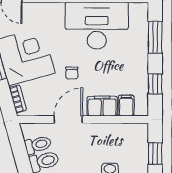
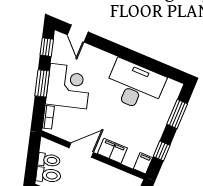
chair: (72, 73) -> (100, 115), removed
filing cabinet: (126, 106) -> (143, 163), moved

